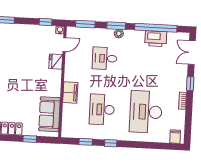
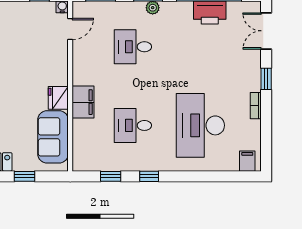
fridge: (56, 62) -> (58, 98), moved
desk: (102, 110) -> (133, 125), width x0.73

